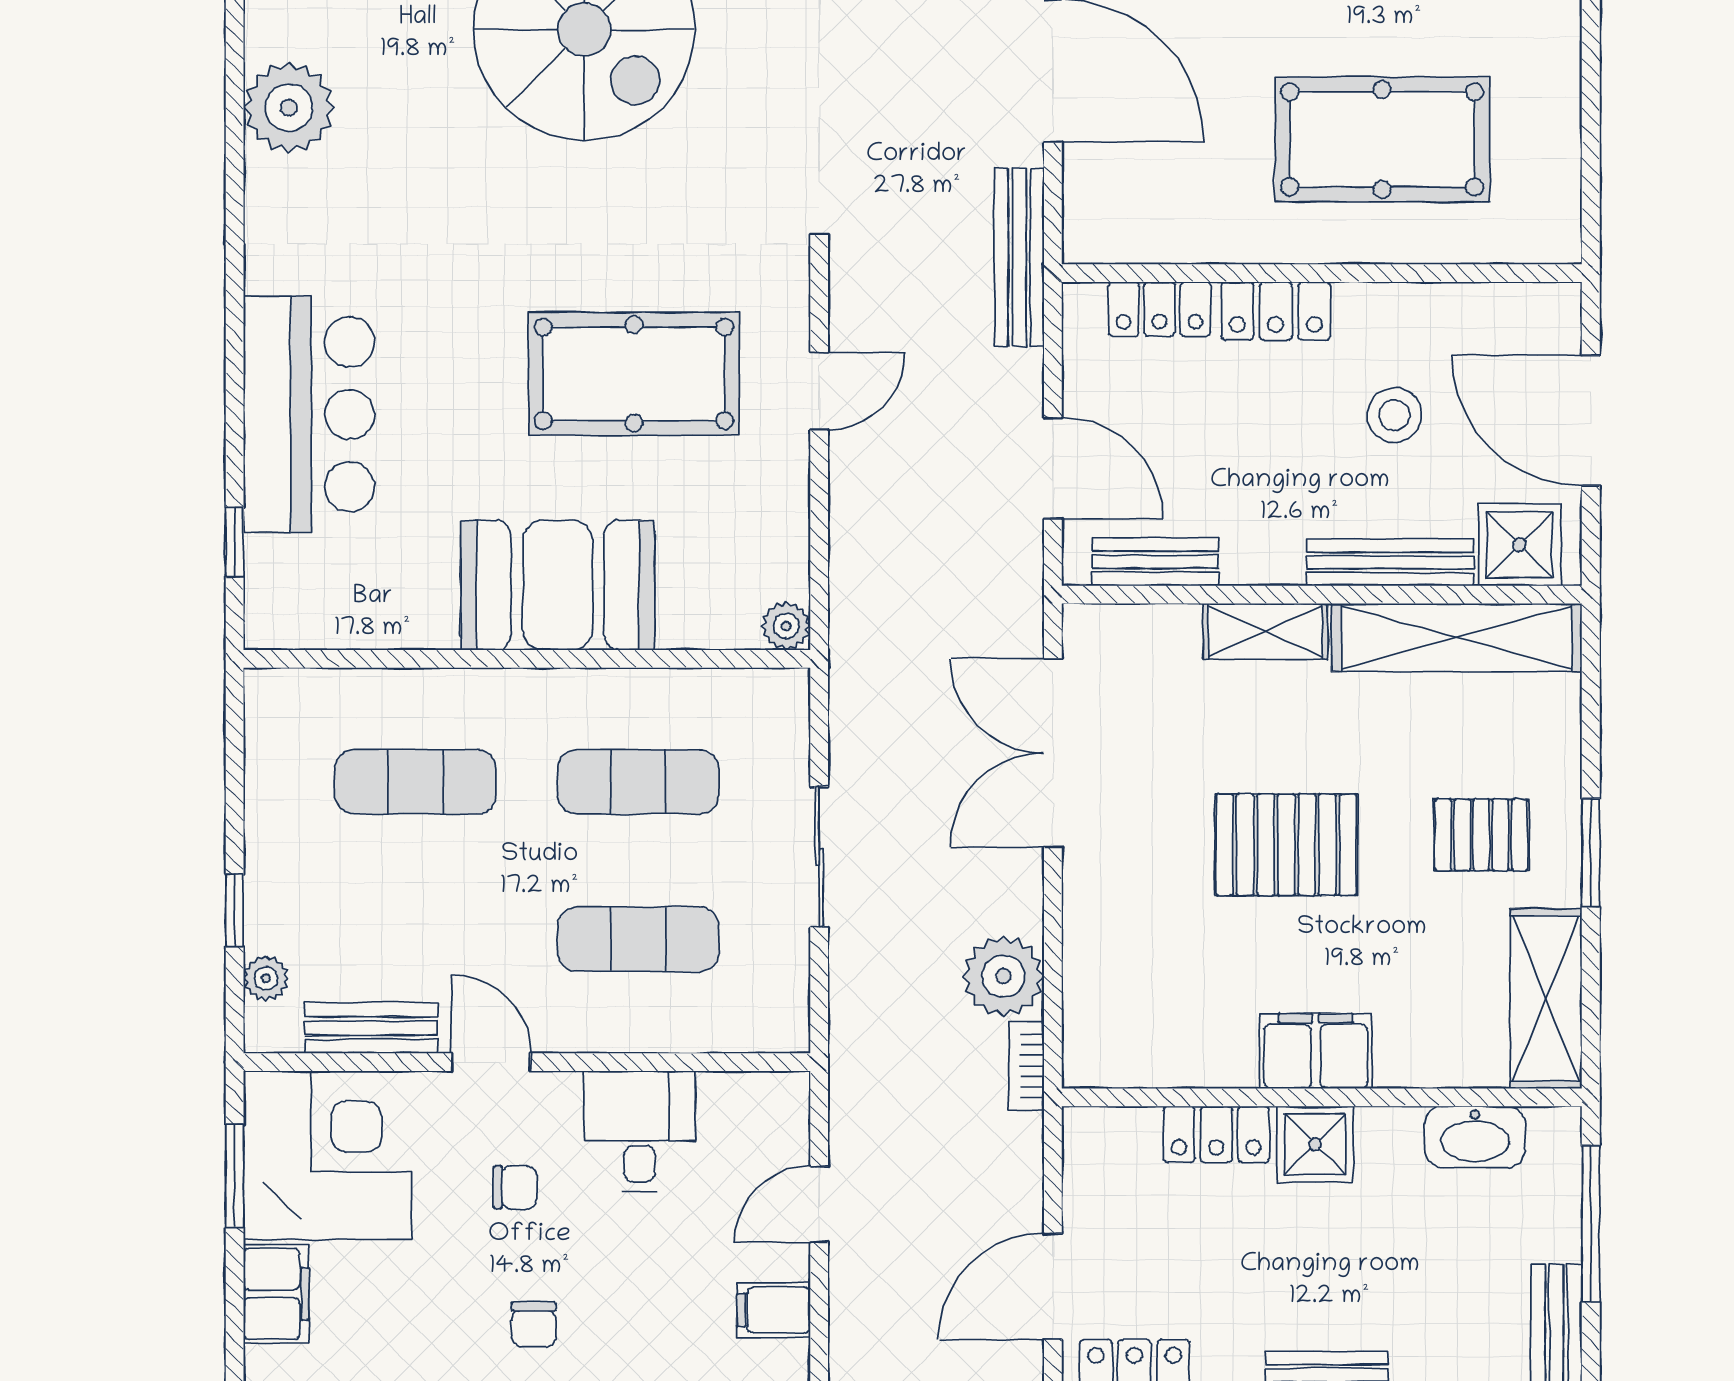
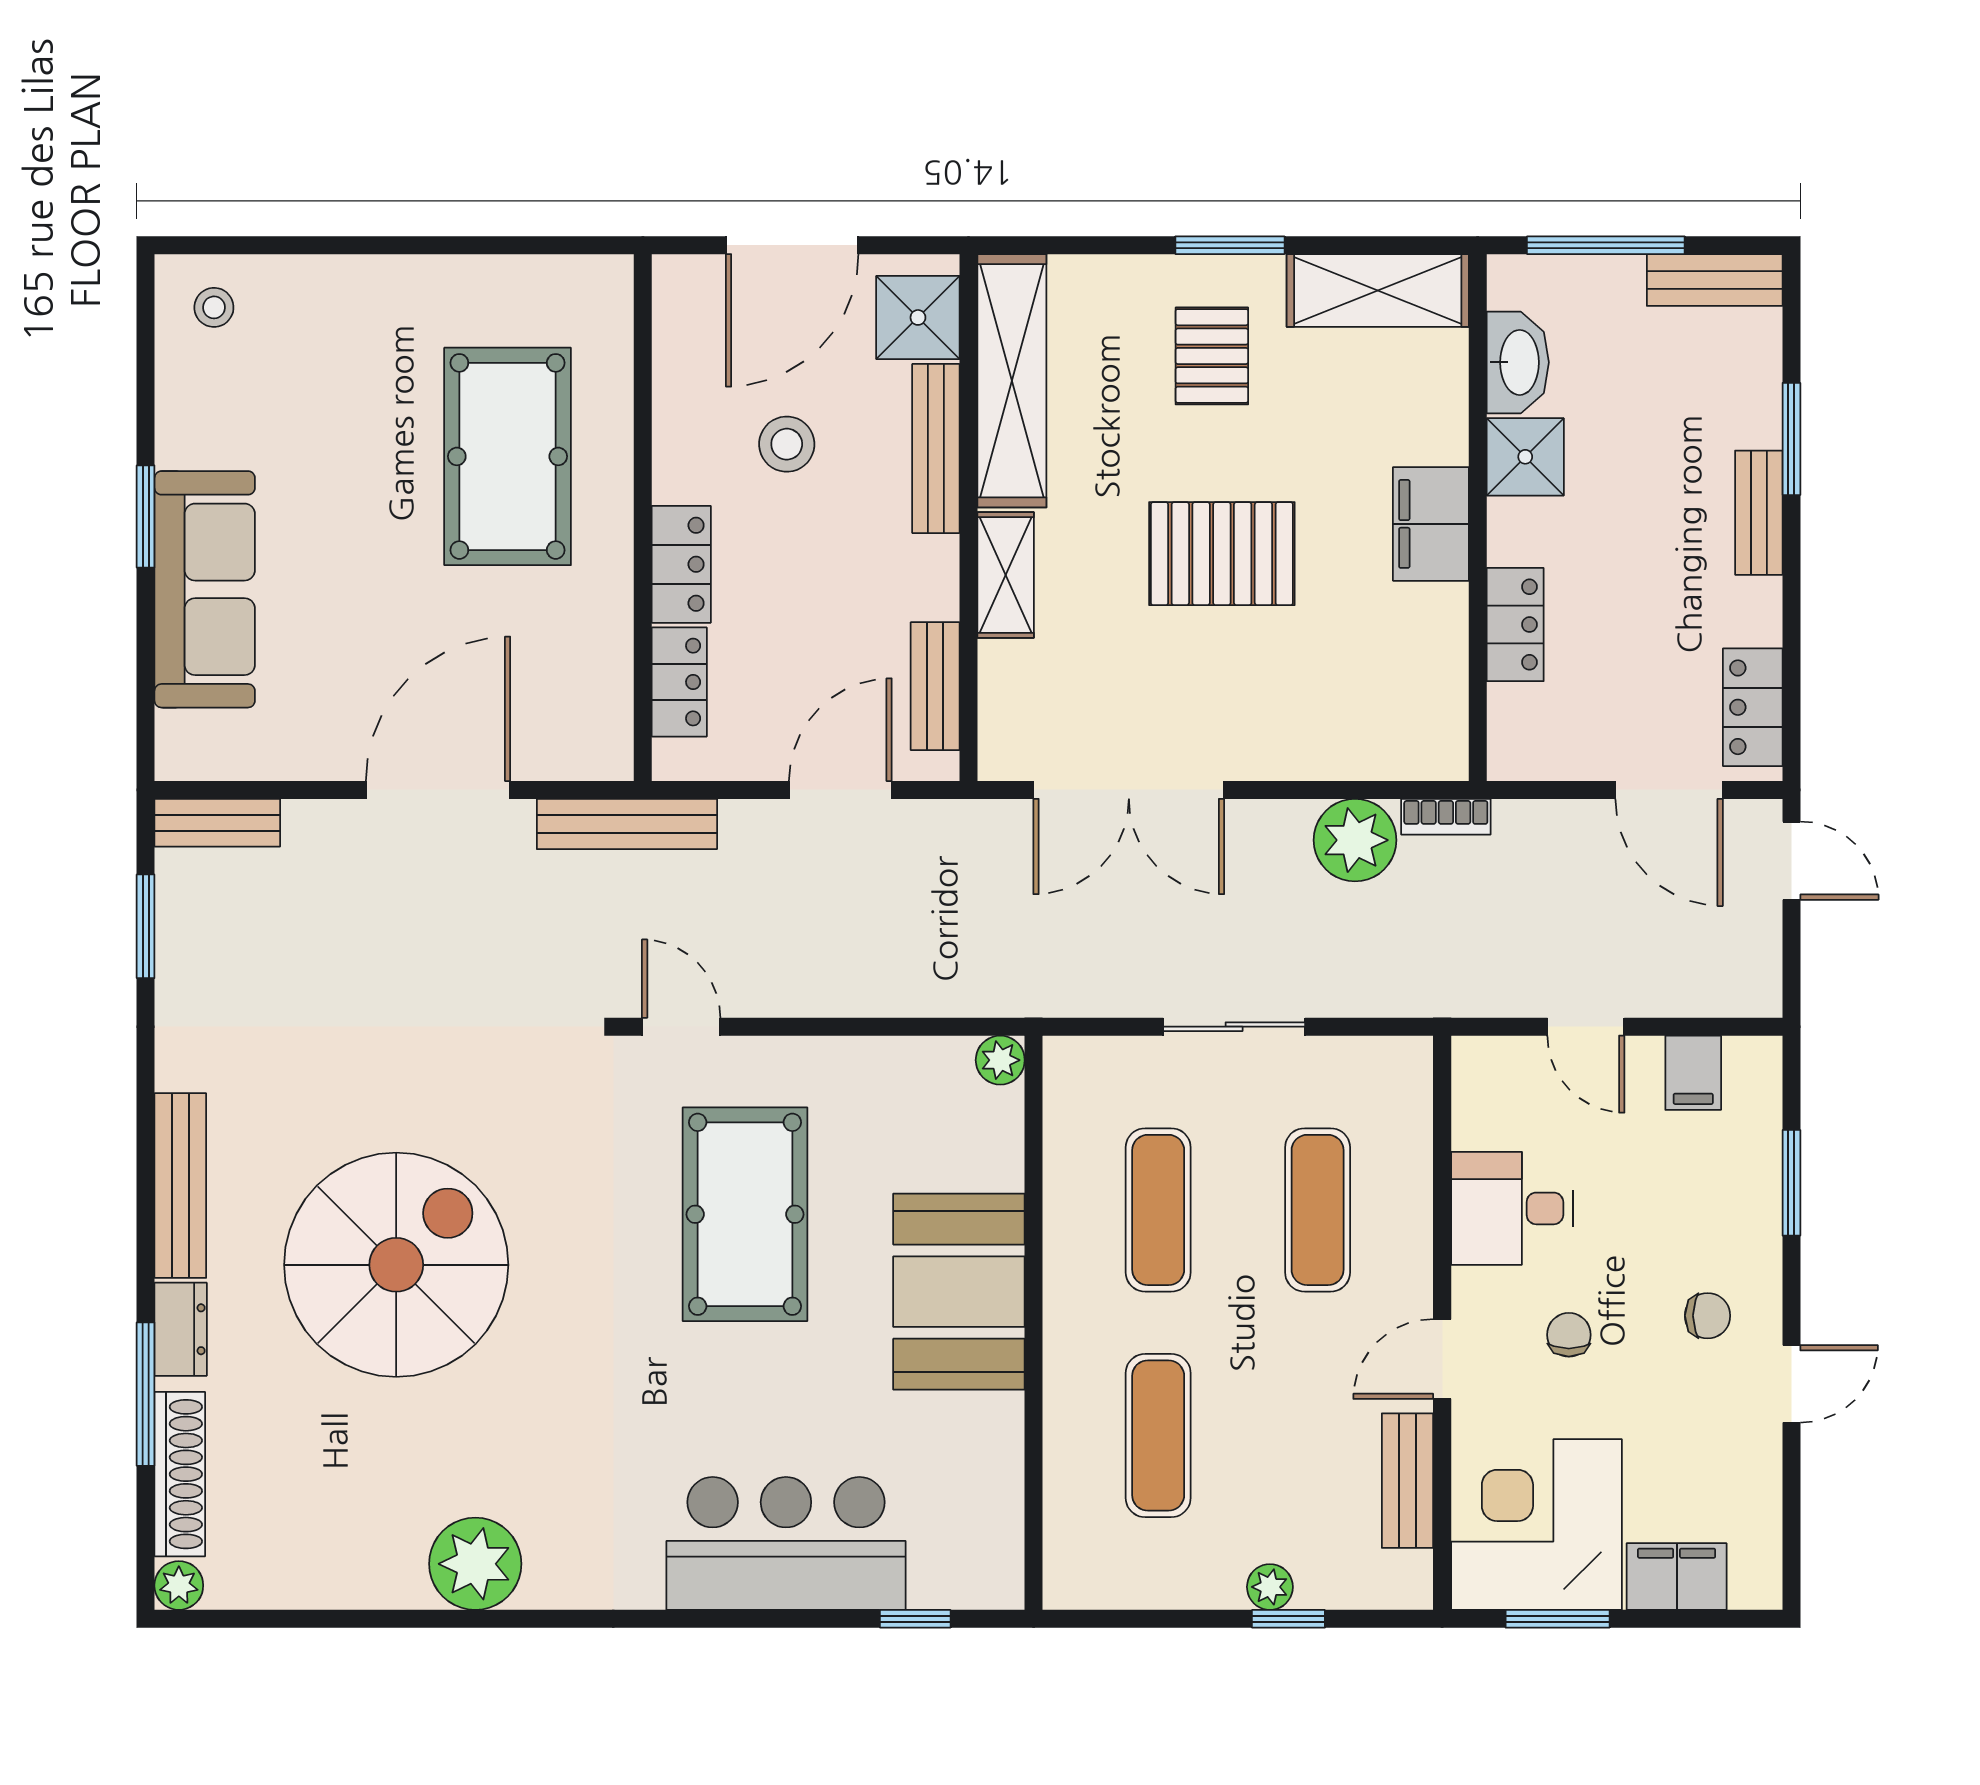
door: (819, 391) -> (681, 1027), moved
pallet: (1286, 845) -> (1222, 554), turned 90
plant: (266, 978) -> (1270, 1587), moved
shower: (1315, 1144) -> (1525, 457), moved

